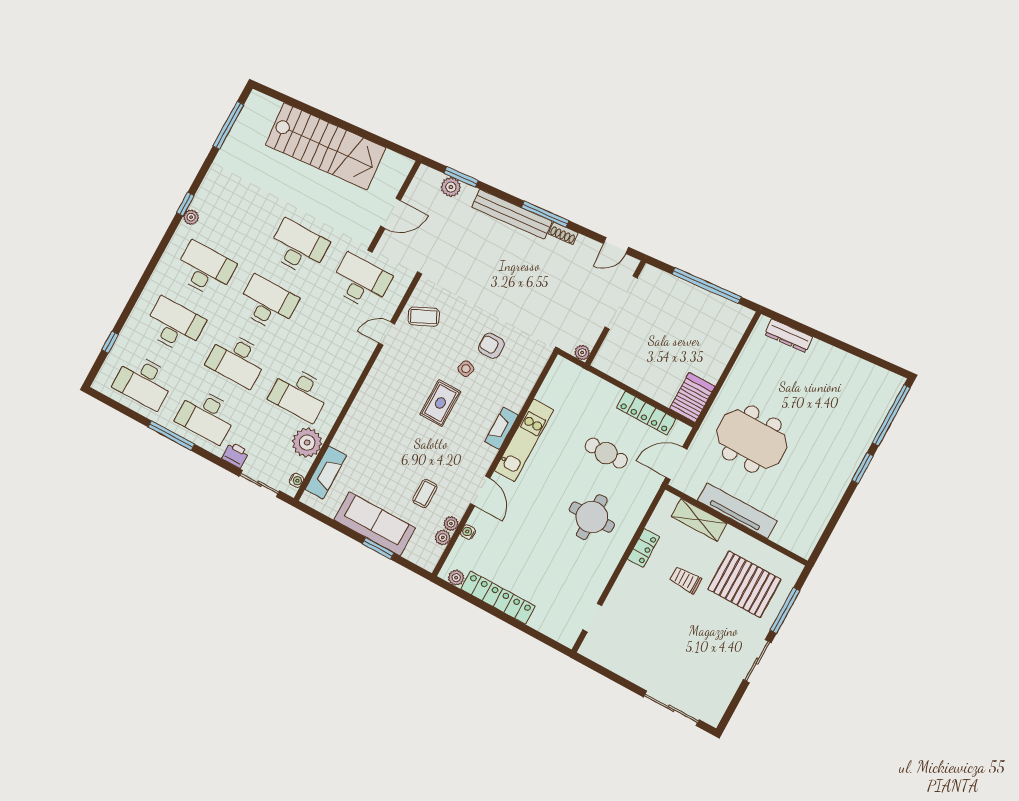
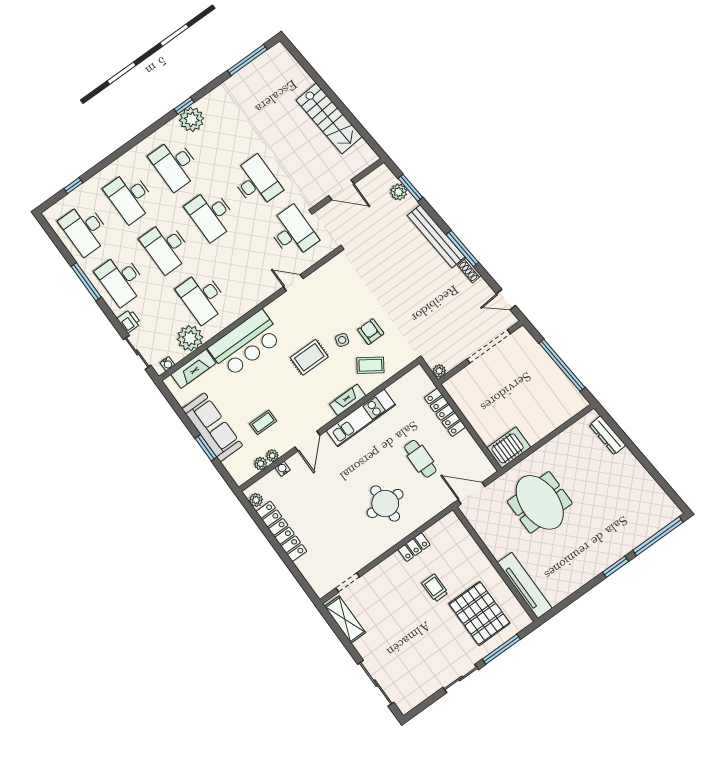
stairs: (326, 146) -> (329, 118), width x0.73, depth x0.66
plant: (191, 217) -> (192, 119), width x1.87, depth x1.87
desk: (205, 269) -> (175, 164), turned 180
desk: (268, 304) -> (211, 214), turned 180
coffee table: (424, 317) -> (370, 365), moved, turned -31
desk: (175, 325) -> (130, 197), turned 180
locker: (646, 413) -> (445, 412), moved
bar counter: (367, 420) -> (245, 343), added
tv unit: (737, 511) -> (525, 585), moved
shelving: (699, 520) -> (345, 620), moved

